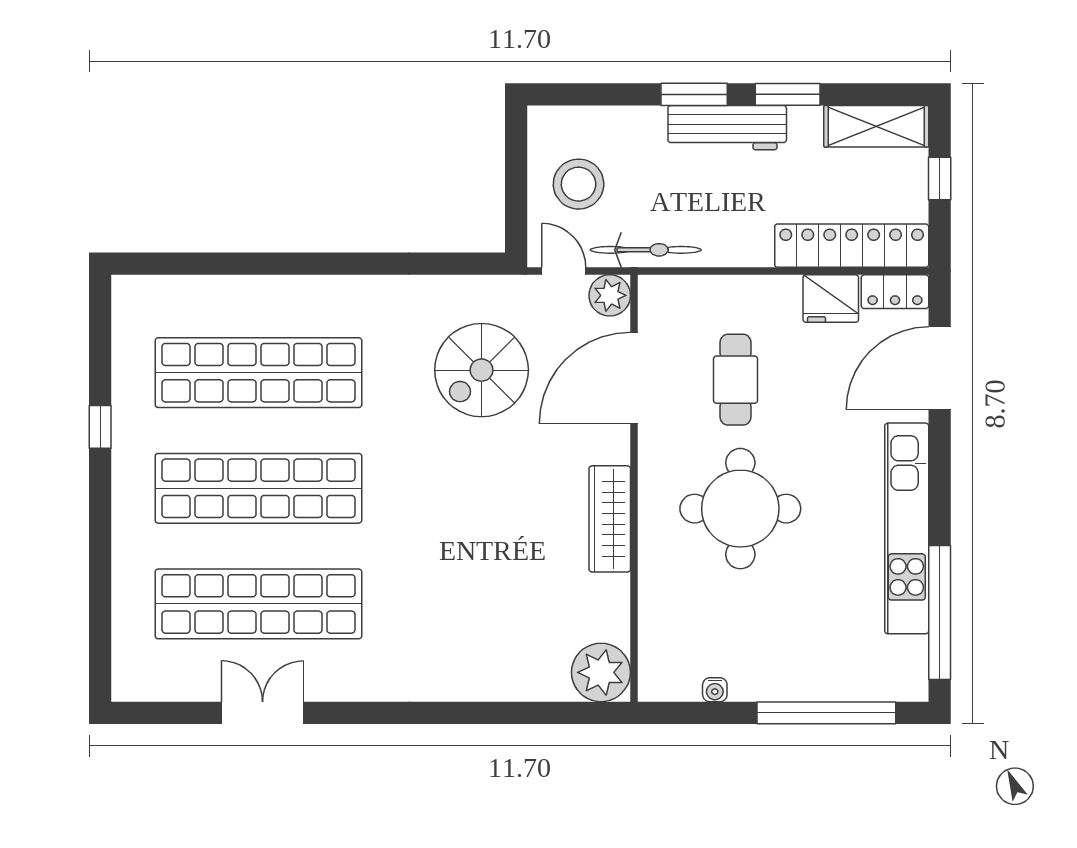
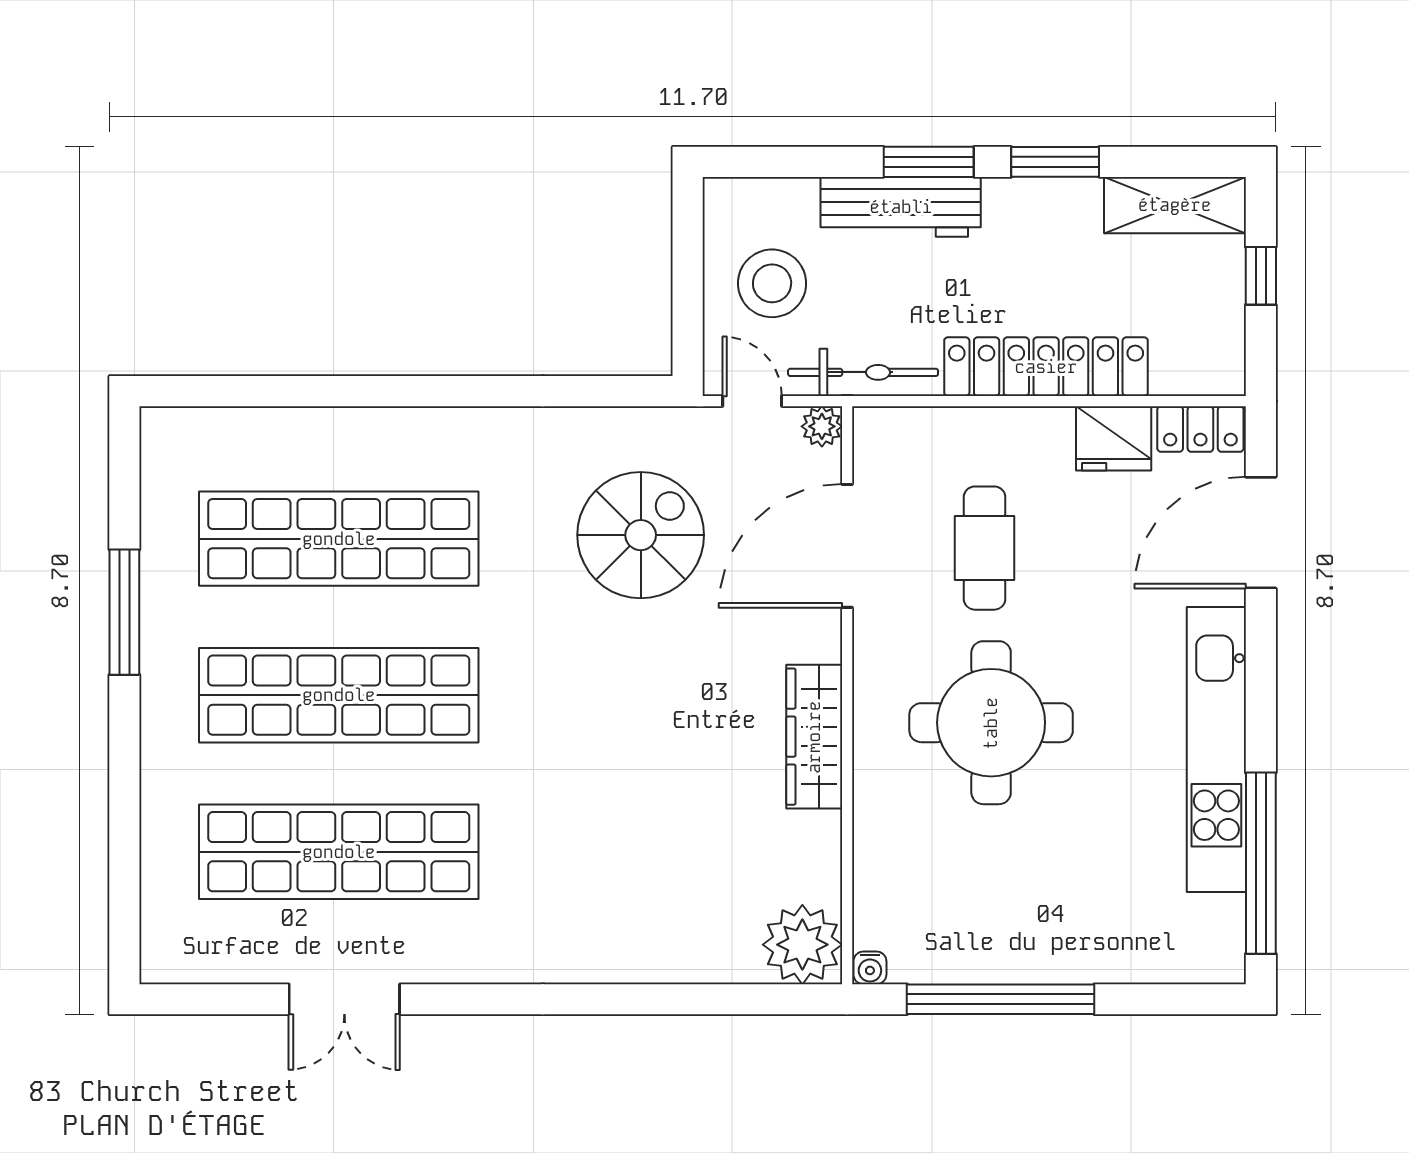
workbench: (727, 128) -> (901, 207), moved
locker: (852, 246) -> (1046, 367), moved
plant: (610, 295) -> (822, 426), width x0.73, depth x0.73
spiral stairs: (482, 370) -> (641, 535), turned 180
window: (100, 427) -> (124, 612), width x2.17
water cooler: (715, 690) -> (870, 968), moved
double door: (263, 713) -> (344, 999), swing flipped
window: (826, 713) -> (1001, 999), moved

